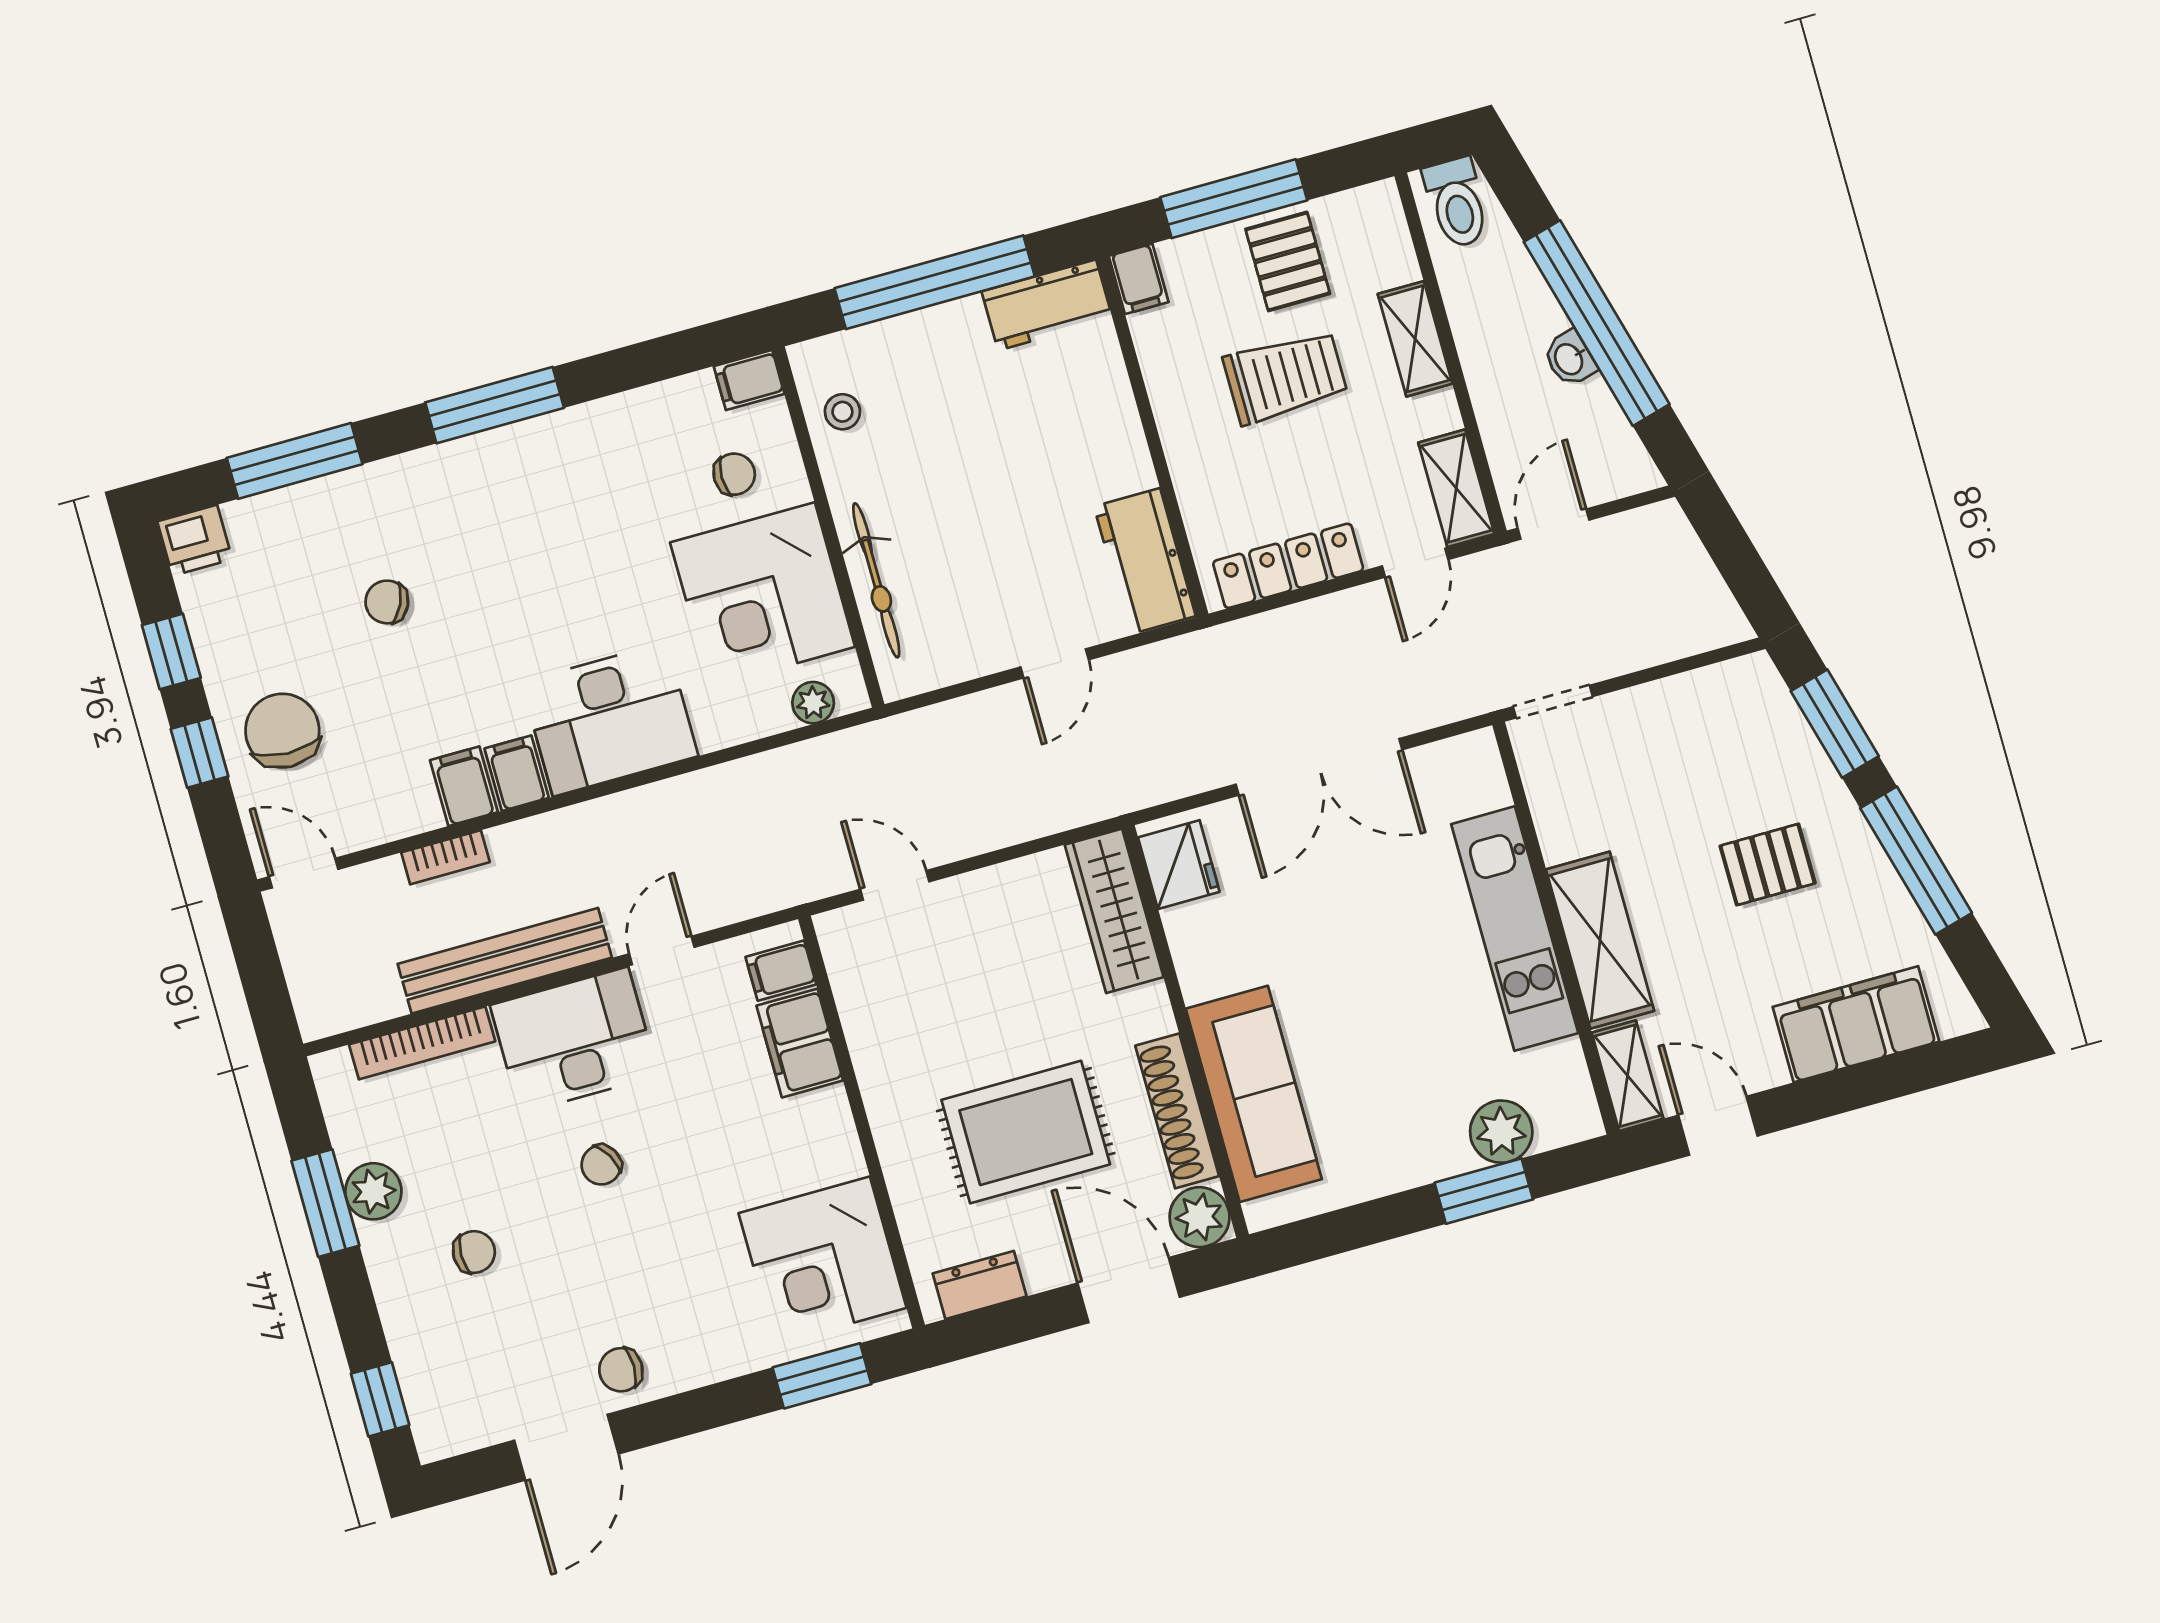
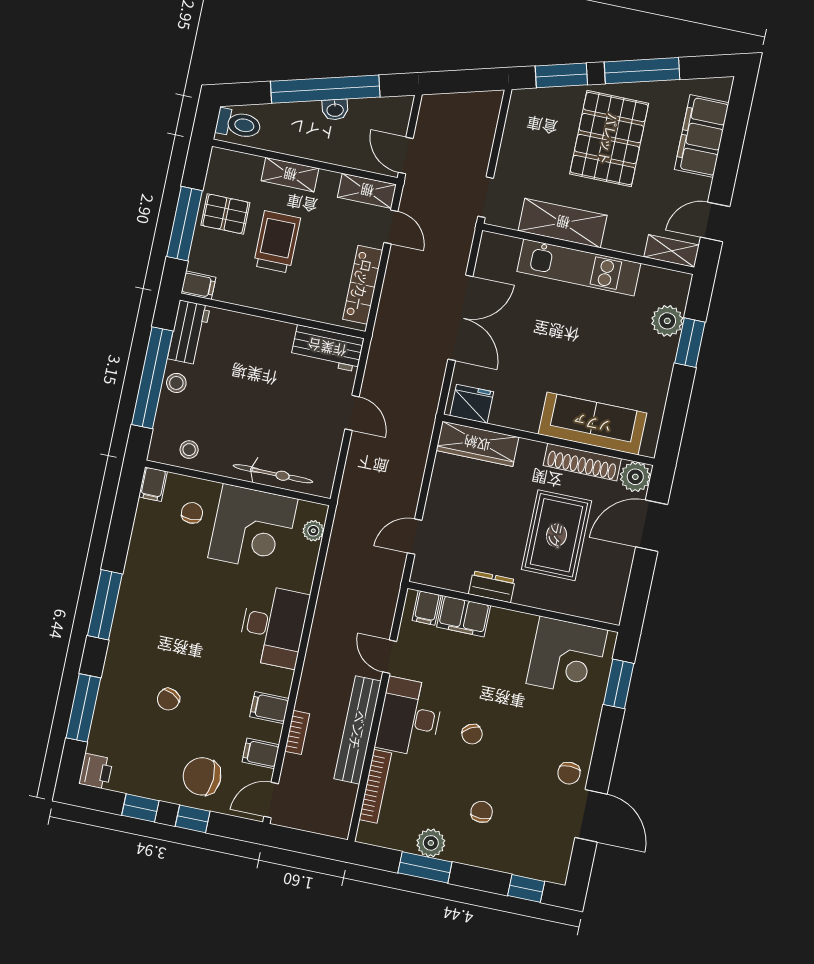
stool: (947, 329) -> (176, 383), added
filing cabinet: (517, 773) -> (261, 753), moved
pallet: (1768, 865) -> (609, 139), width x2.05, depth x2.00
shelving: (1600, 940) -> (563, 223), moved
dresser: (980, 1285) -> (492, 587), moved, turned 90

